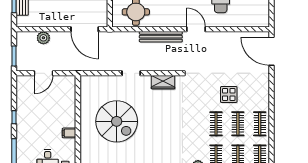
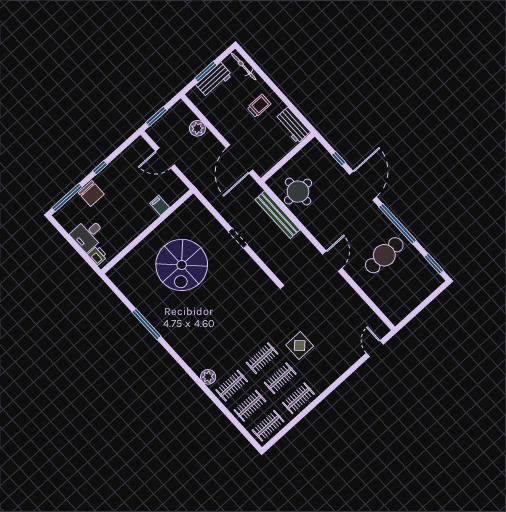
bench: (161, 37) -> (278, 215), moved
door: (271, 51) -> (375, 349), width x0.53
wardrobe: (163, 82) -> (256, 275), removed
filing cabinet: (69, 133) -> (160, 205), moved
chair: (25, 137) -> (91, 194), added

